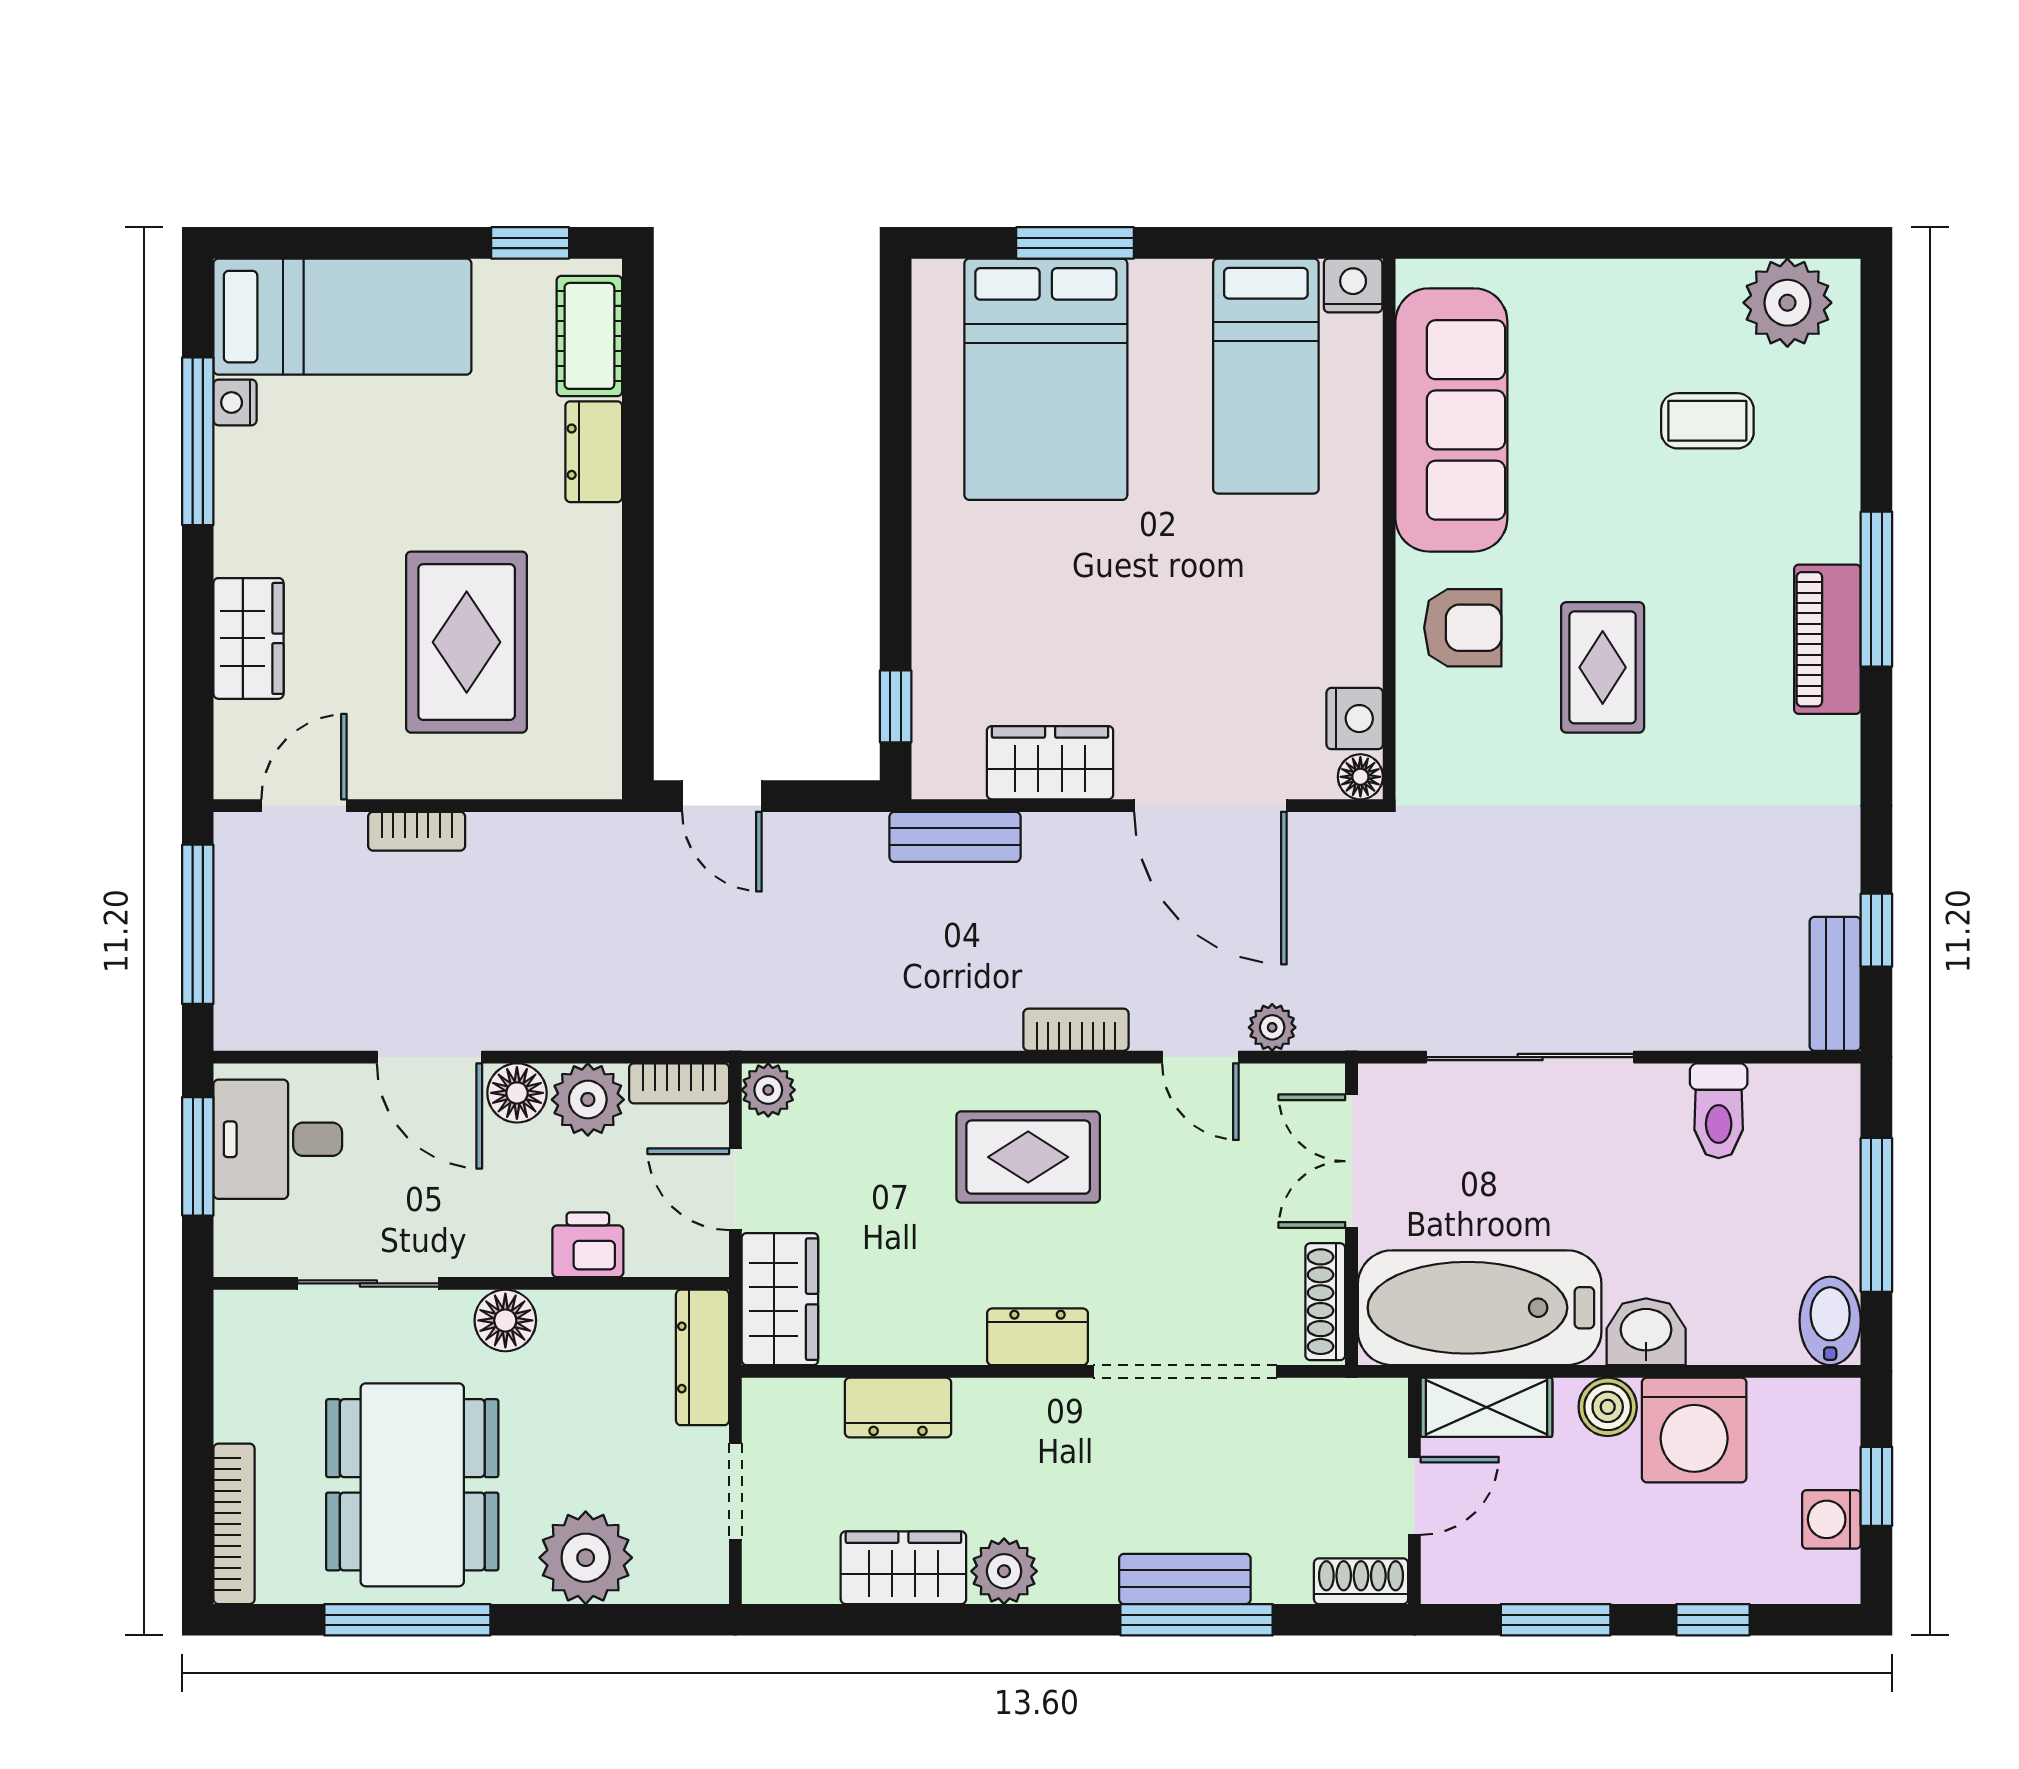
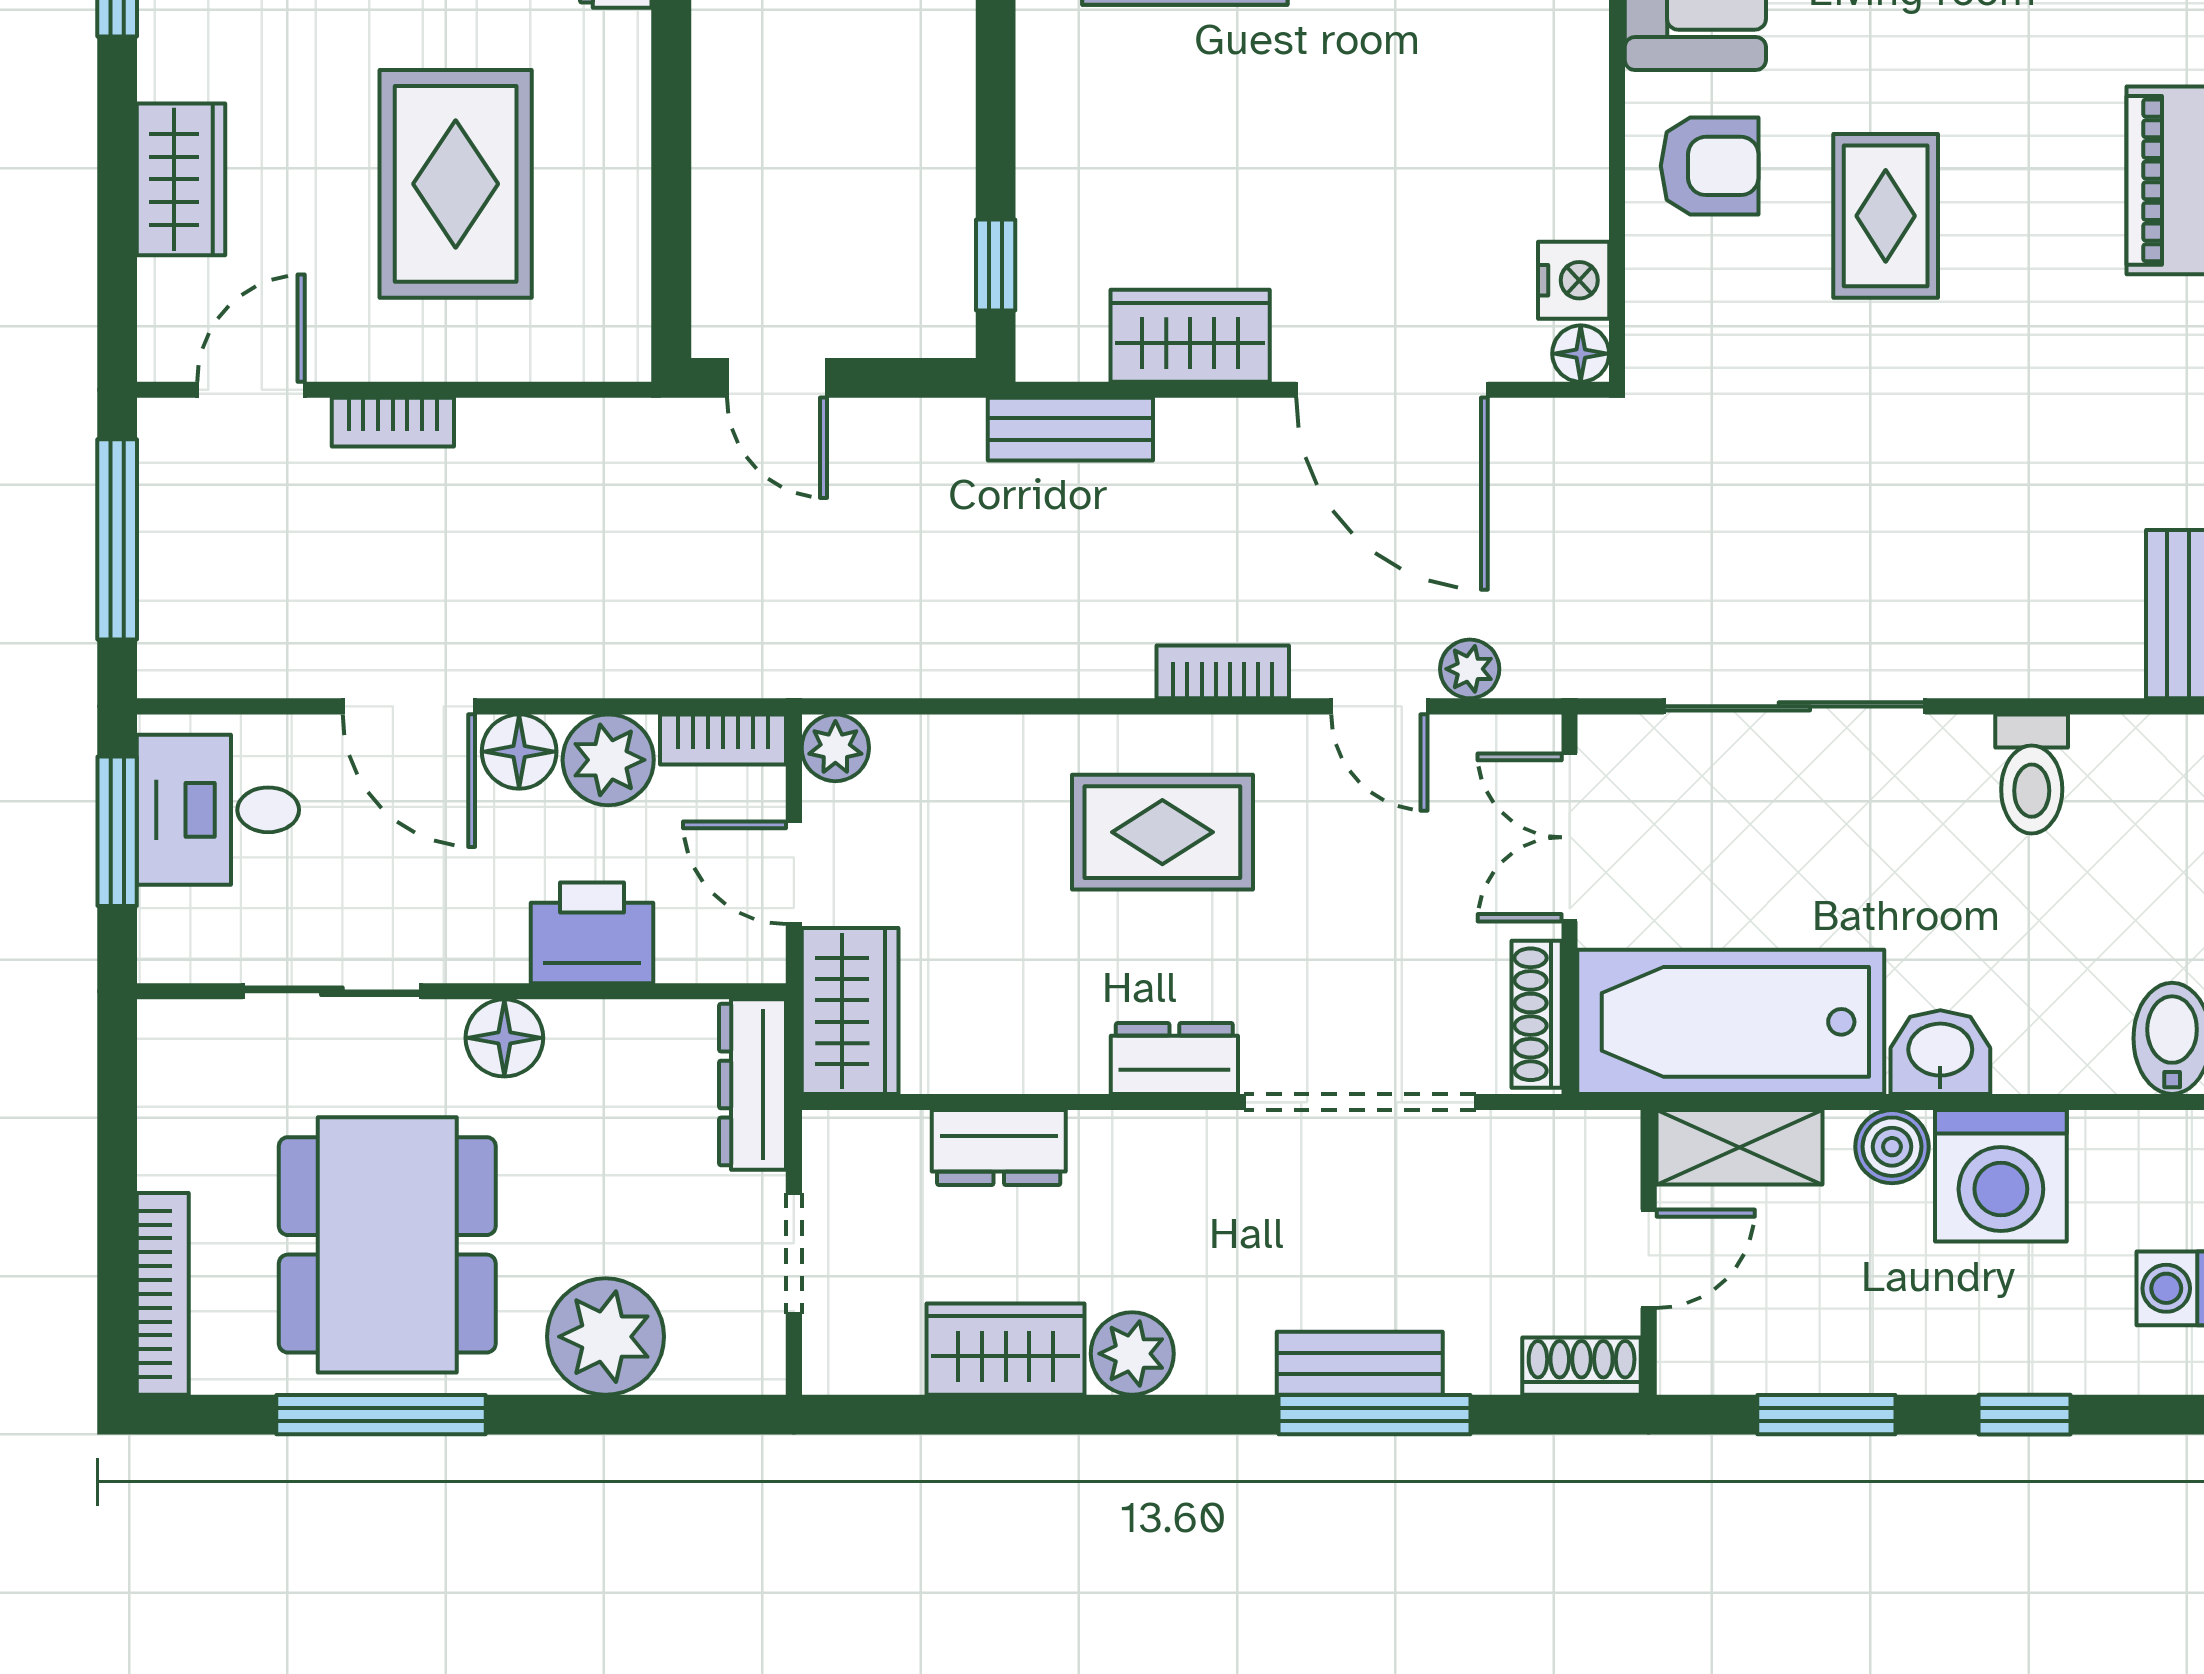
printer: (588, 1245) -> (592, 933), width x1.36, depth x1.24

